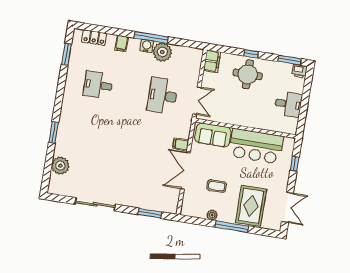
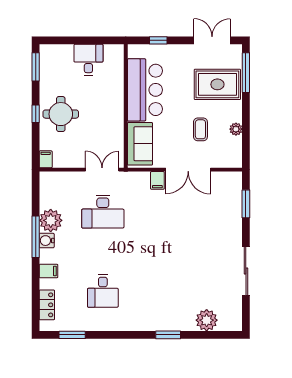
filing cabinet: (212, 61) -> (46, 159), width x0.50
printer: (299, 71) -> (47, 53), removed
window: (232, 227) -> (246, 73), moved

